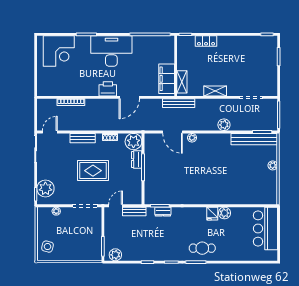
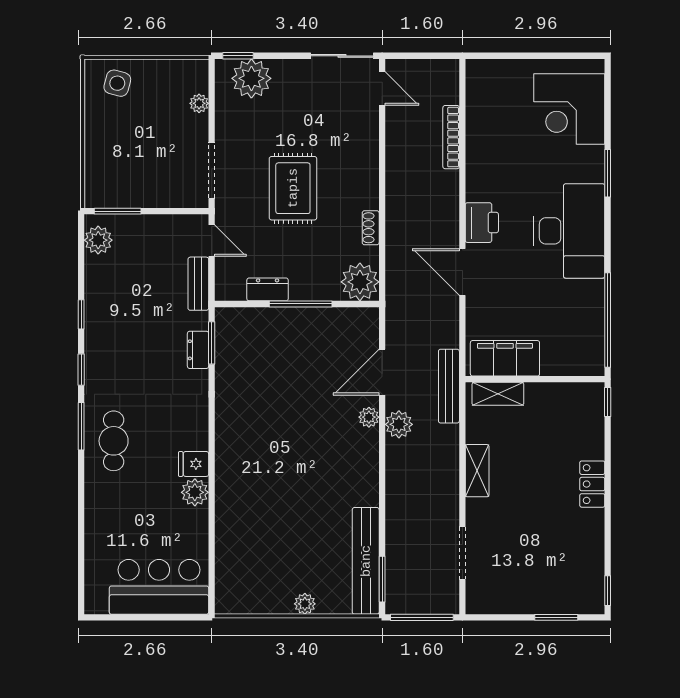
locker: (206, 41) -> (592, 484), moved
plant: (224, 125) -> (399, 424), moved
bench: (83, 138) -> (368, 164), removed
dresser: (137, 160) -> (268, 289), moved

